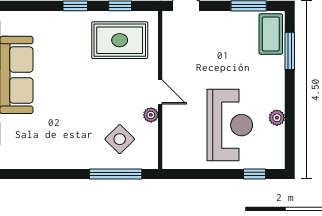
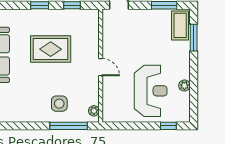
rug: (120, 40) -> (51, 49), moved
plant: (151, 115) -> (94, 111), moved
side table: (120, 139) -> (59, 104), moved, turned 45

